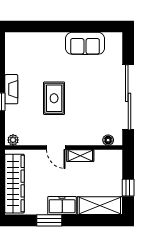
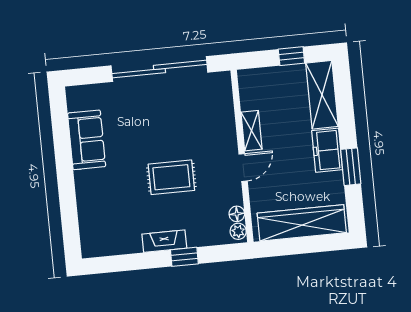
floor lamp: (108, 140) -> (237, 214), moved

